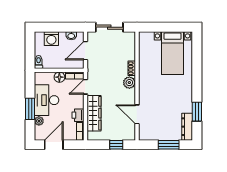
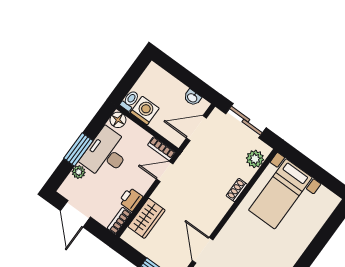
washing machine: (51, 39) -> (145, 110), moved, turned 180
bed with nightstands: (173, 53) -> (280, 194), moved
floor lamp: (59, 77) -> (118, 120), moved
plant: (129, 83) -> (255, 159), moved
wardrobe: (94, 113) -> (147, 218), width x0.67
door: (54, 145) -> (75, 214), swing flipped

